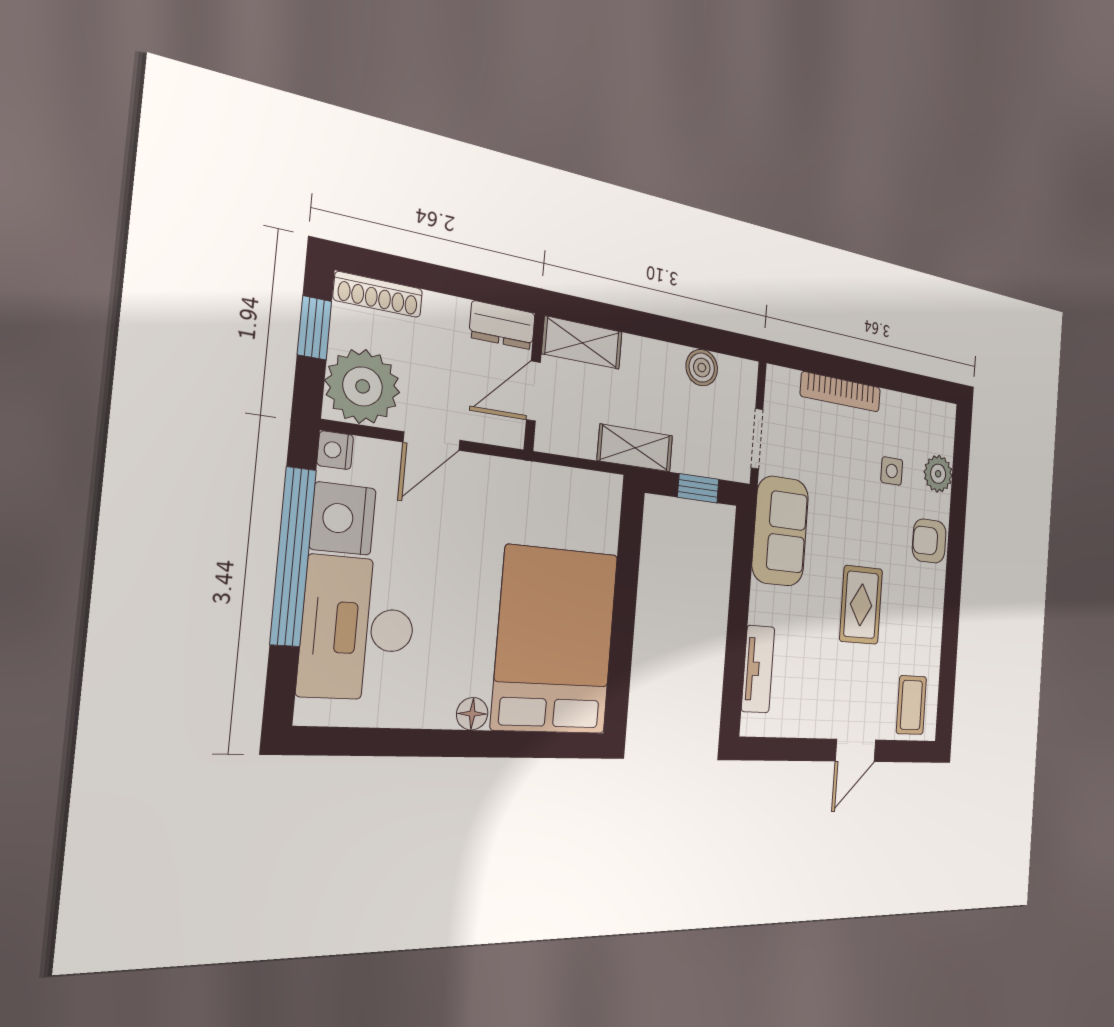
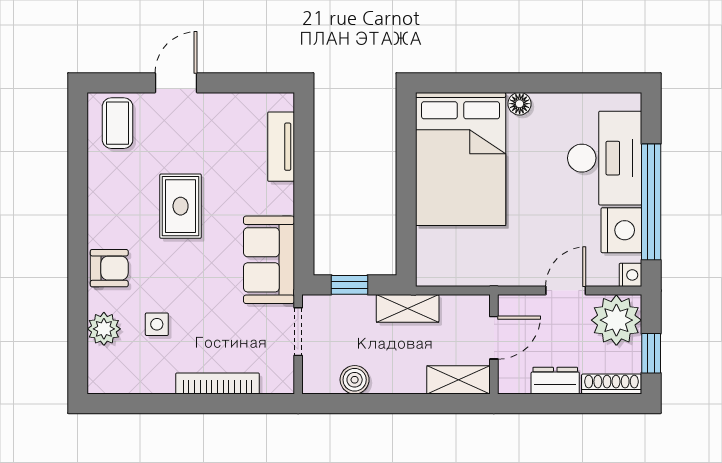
dresser: (502, 325) -> (555, 381), moved

